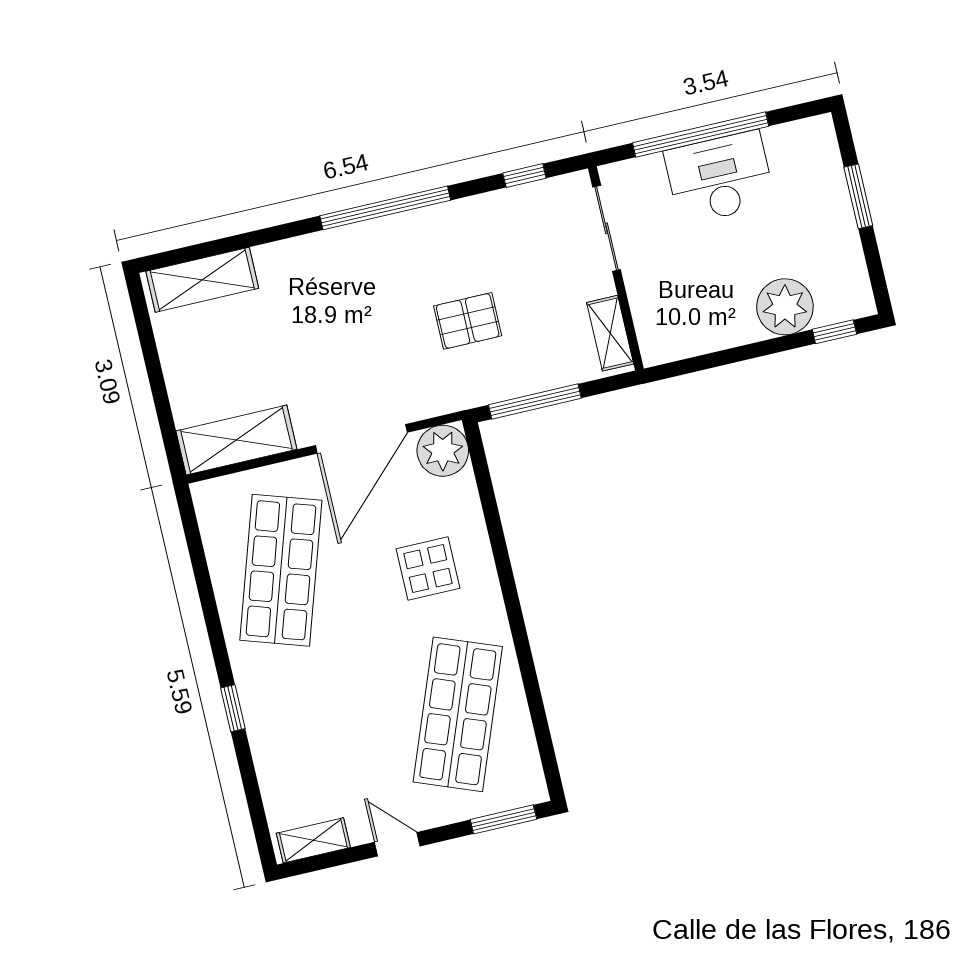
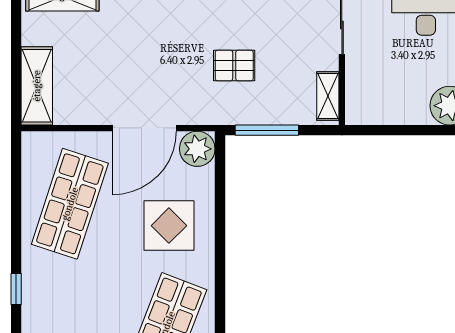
shelving: (236, 440) -> (37, 86), moved, turned 90
display table: (428, 568) -> (169, 226), width x1.36, depth x1.36

